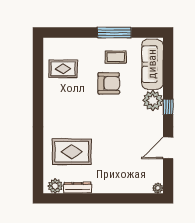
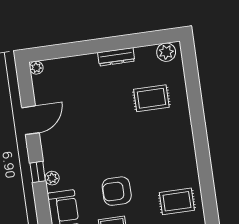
plant: (153, 100) -> (52, 178), width x0.53, depth x0.53
rug: (72, 152) -> (151, 98), width x0.73, depth x0.70
dresser: (78, 188) -> (116, 57), moved

